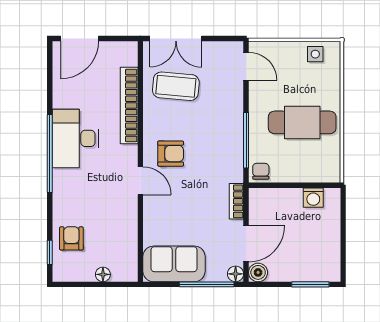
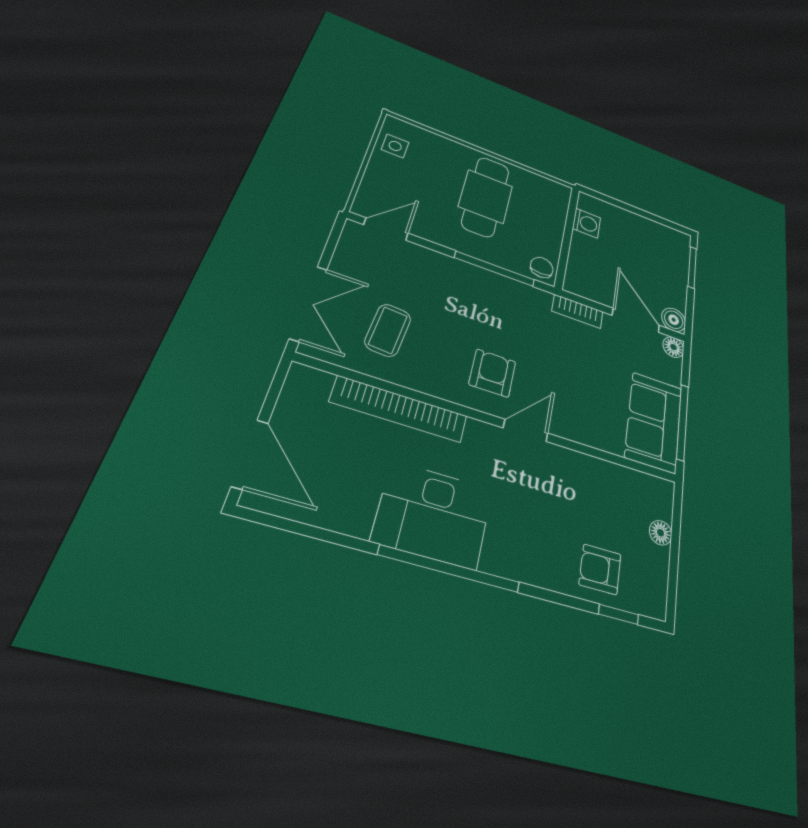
coffee table: (176, 86) -> (388, 330), width x0.73, depth x0.77
chair: (261, 171) -> (542, 267), turned 90
window: (207, 284) -> (683, 422), moved

